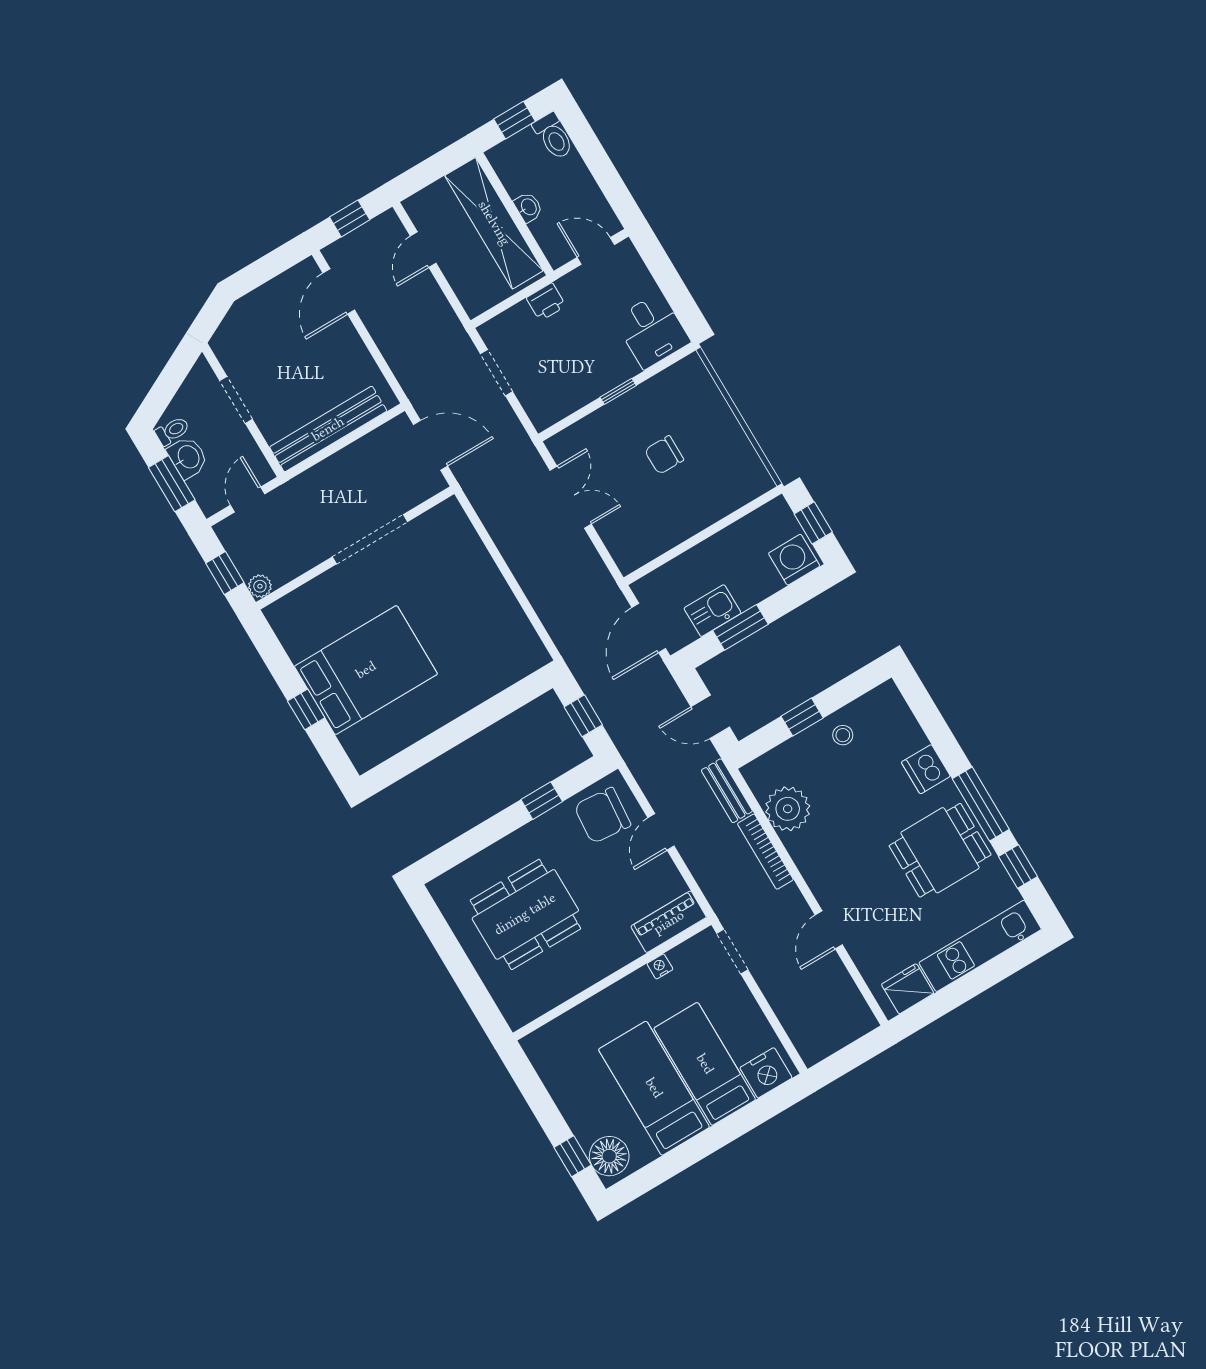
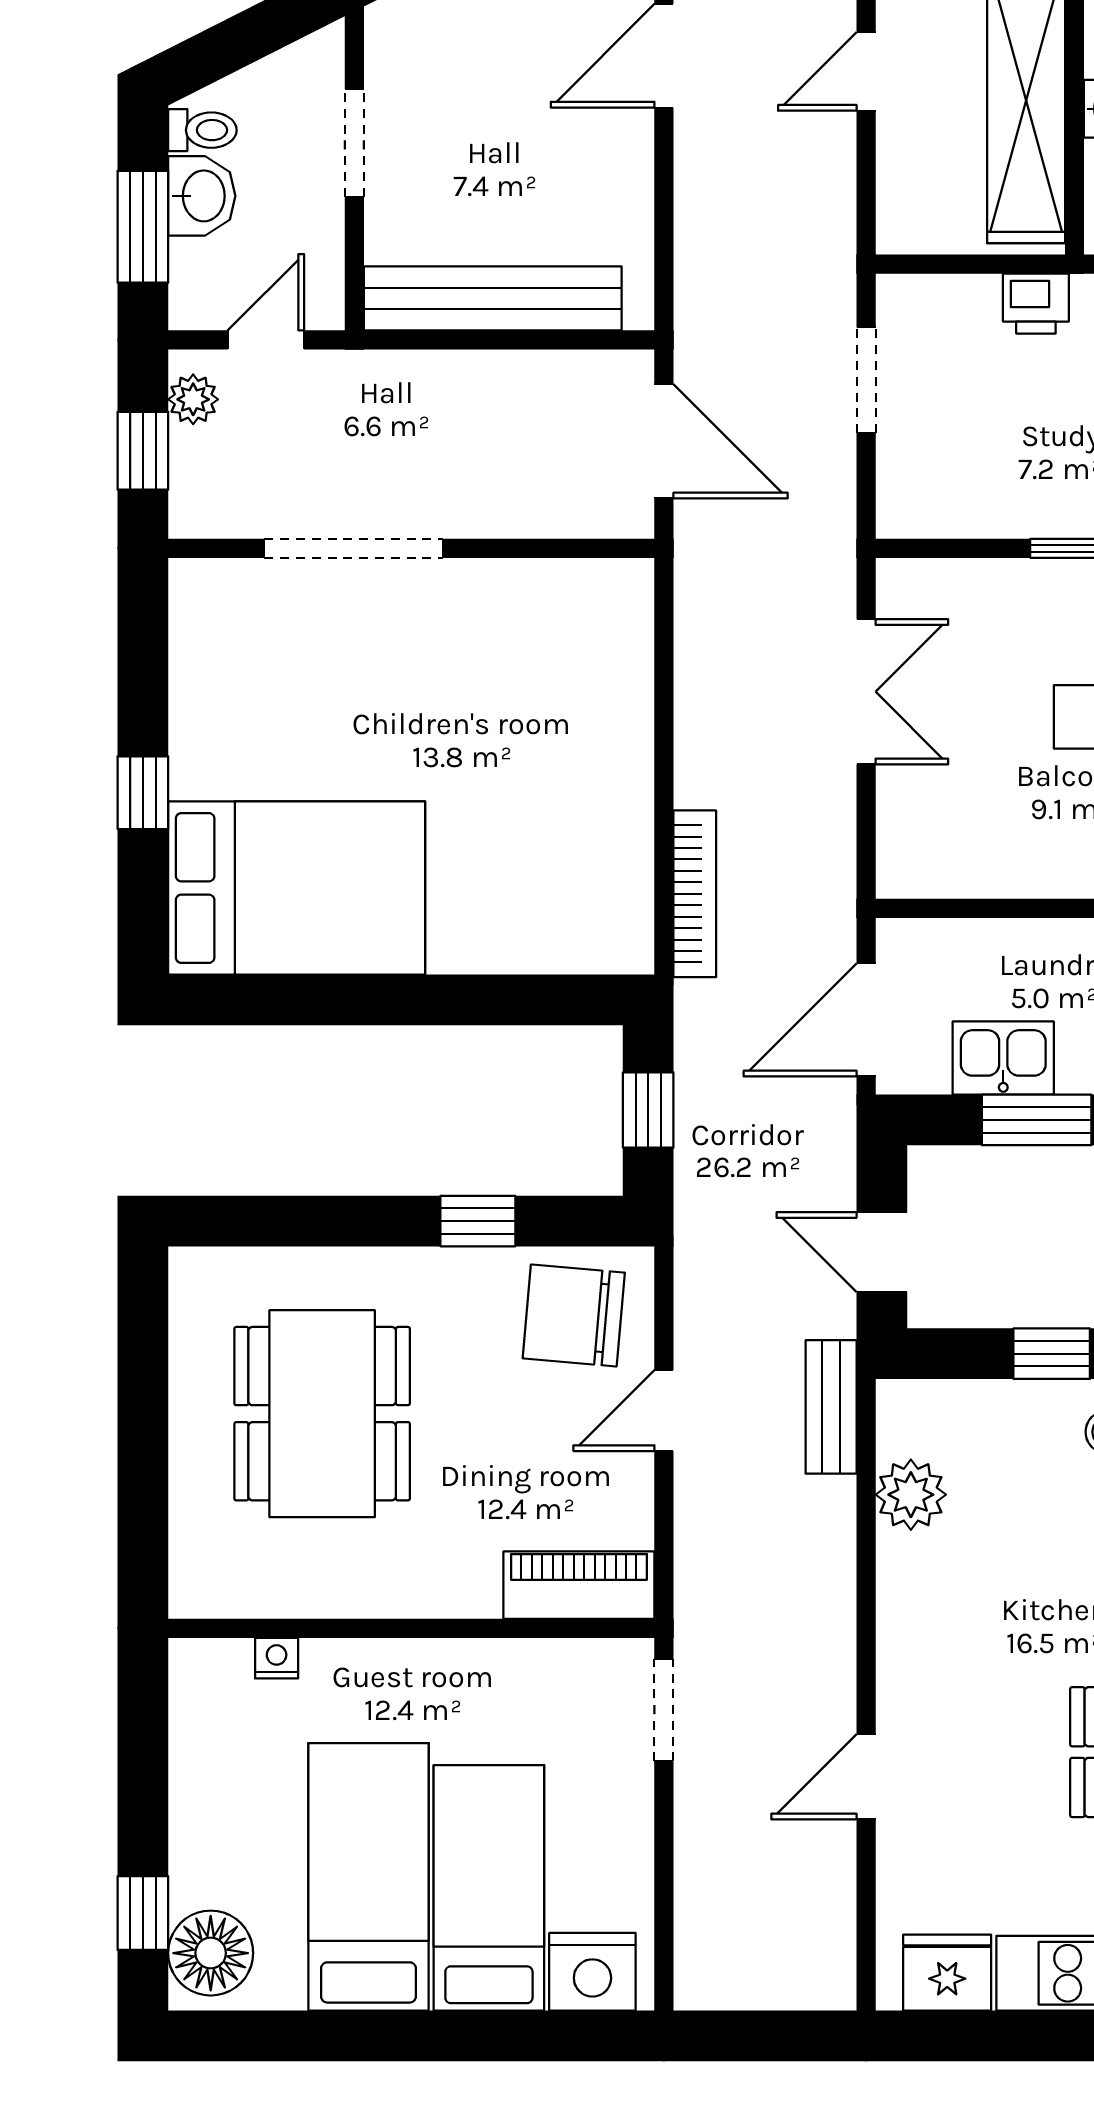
doorway: (370, 539) -> (354, 548), moved
plant: (260, 586) -> (193, 399), moved
bed: (366, 670) -> (297, 888), moved
plant: (788, 809) -> (911, 1495), width x0.73, depth x0.73
bookcase: (765, 852) -> (695, 894), moved, turned 180
dining table: (525, 914) -> (322, 1414), turned 90
nightstand: (660, 966) -> (277, 1658), moved

